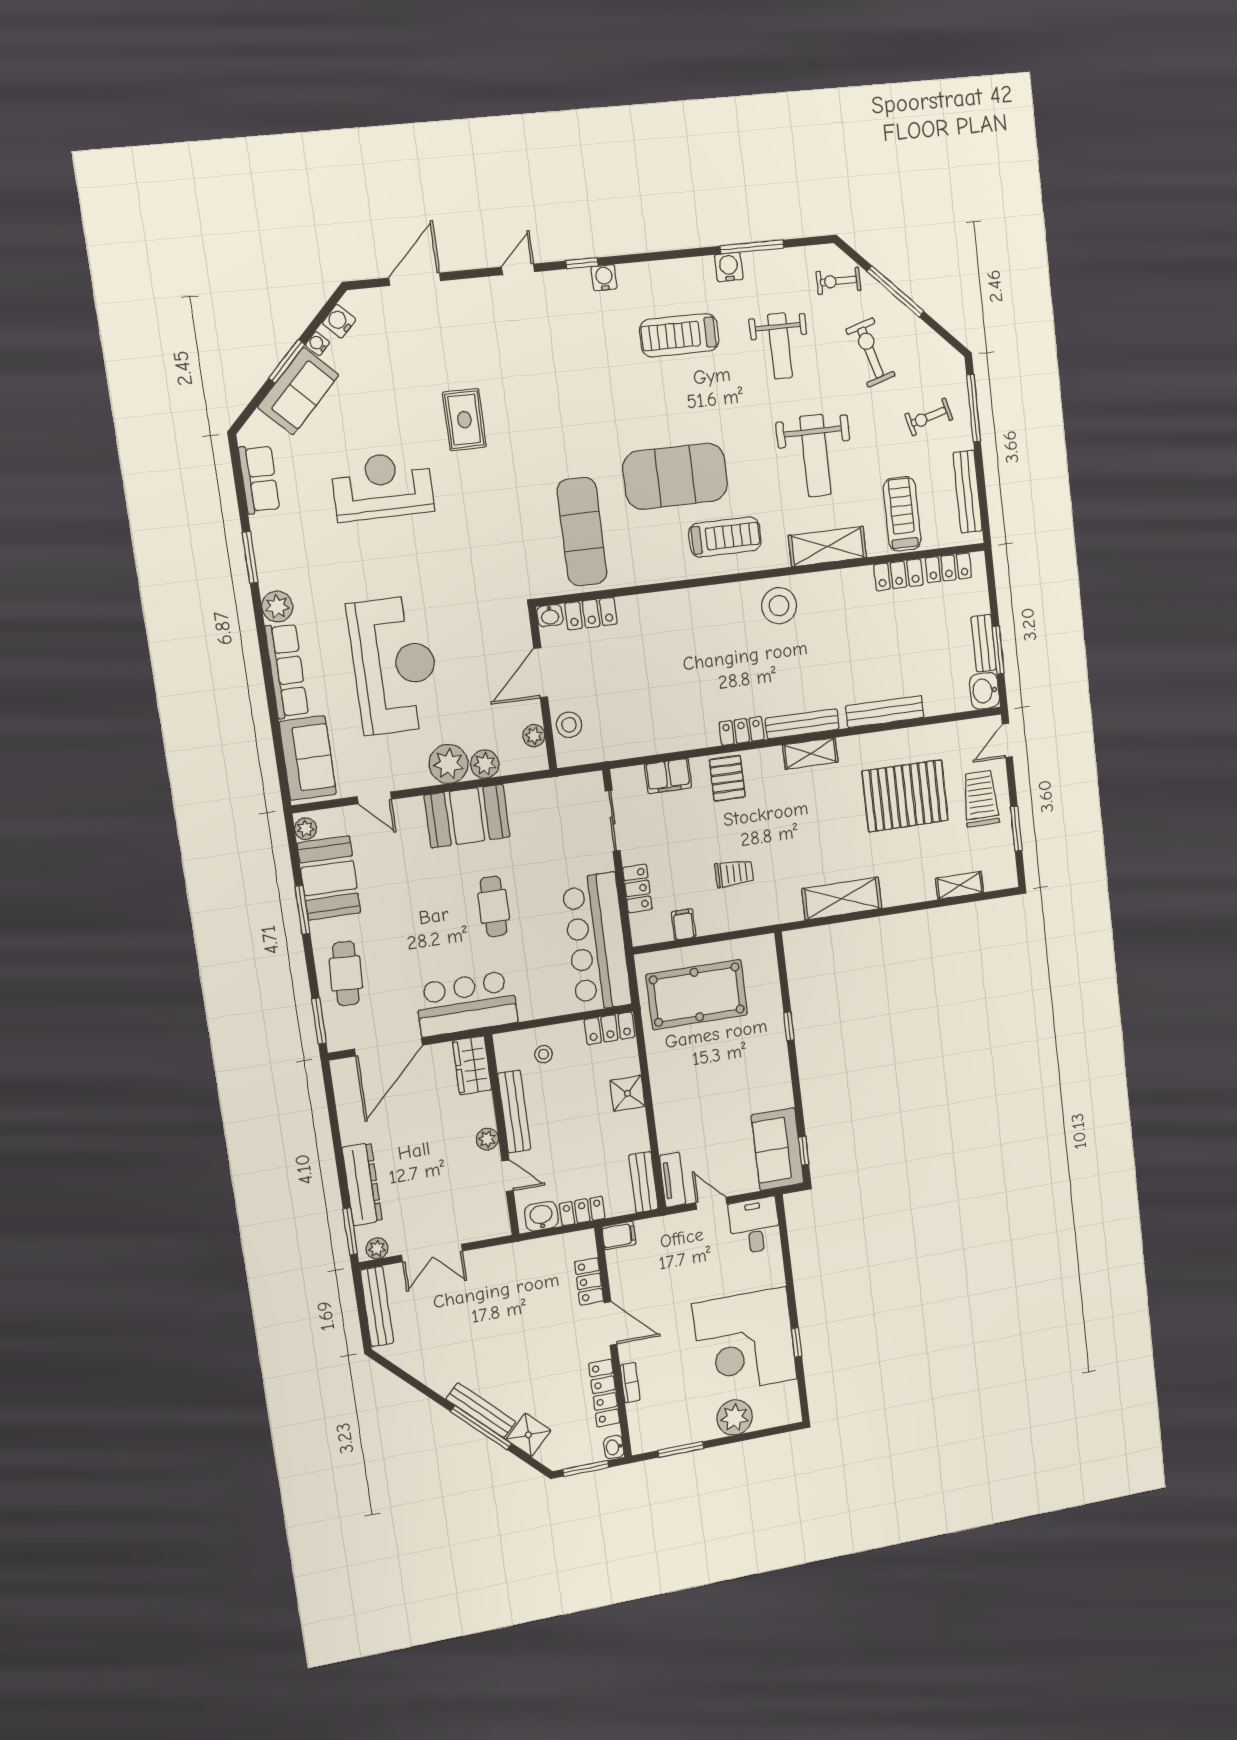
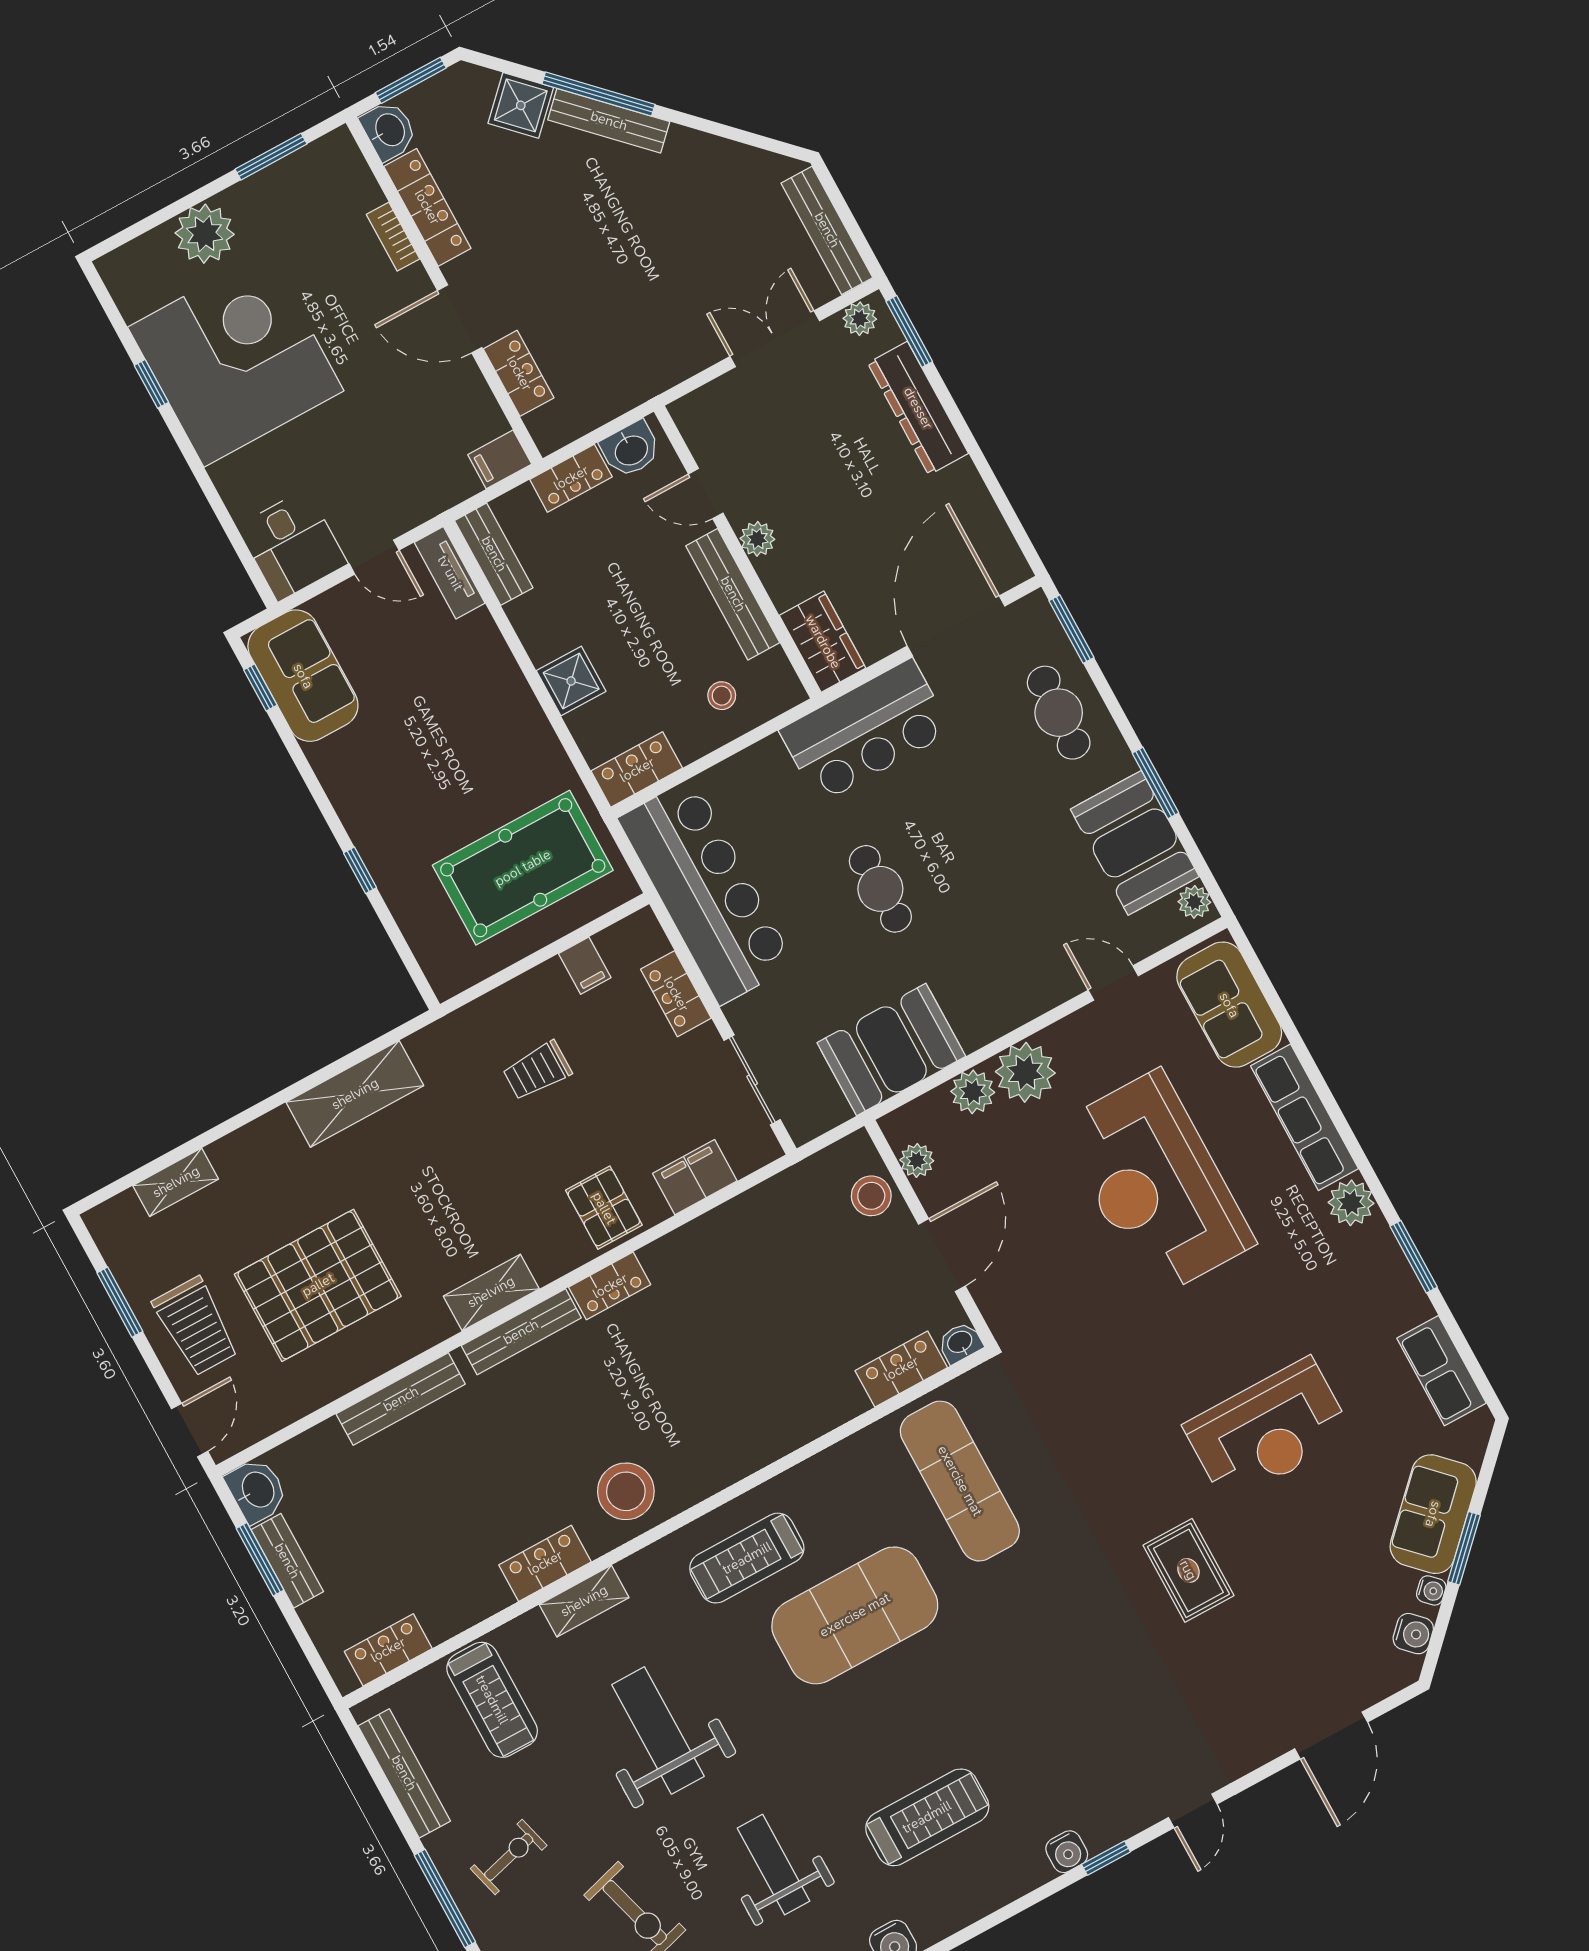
shelving: (827, 546) -> (584, 1601), width x0.67, depth x0.75
locker: (898, 575) -> (545, 1563), moved
booth: (467, 816) -> (891, 1049), moved
washbasin: (614, 1447) -> (389, 130), width x1.38, depth x1.45

